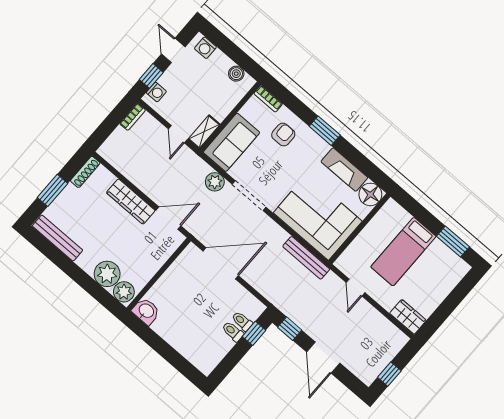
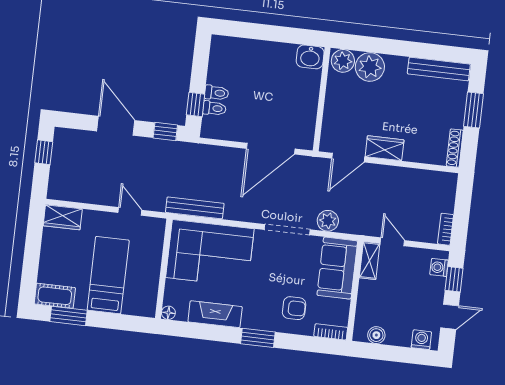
door: (173, 50) -> (450, 317), hinge flipped
armchair: (283, 135) -> (294, 308), turned -90
floor lamp: (370, 194) -> (168, 313), width x0.53, depth x0.53
wardrobe: (131, 202) -> (385, 148), width x0.67
cot: (453, 263) -> (55, 296), added

